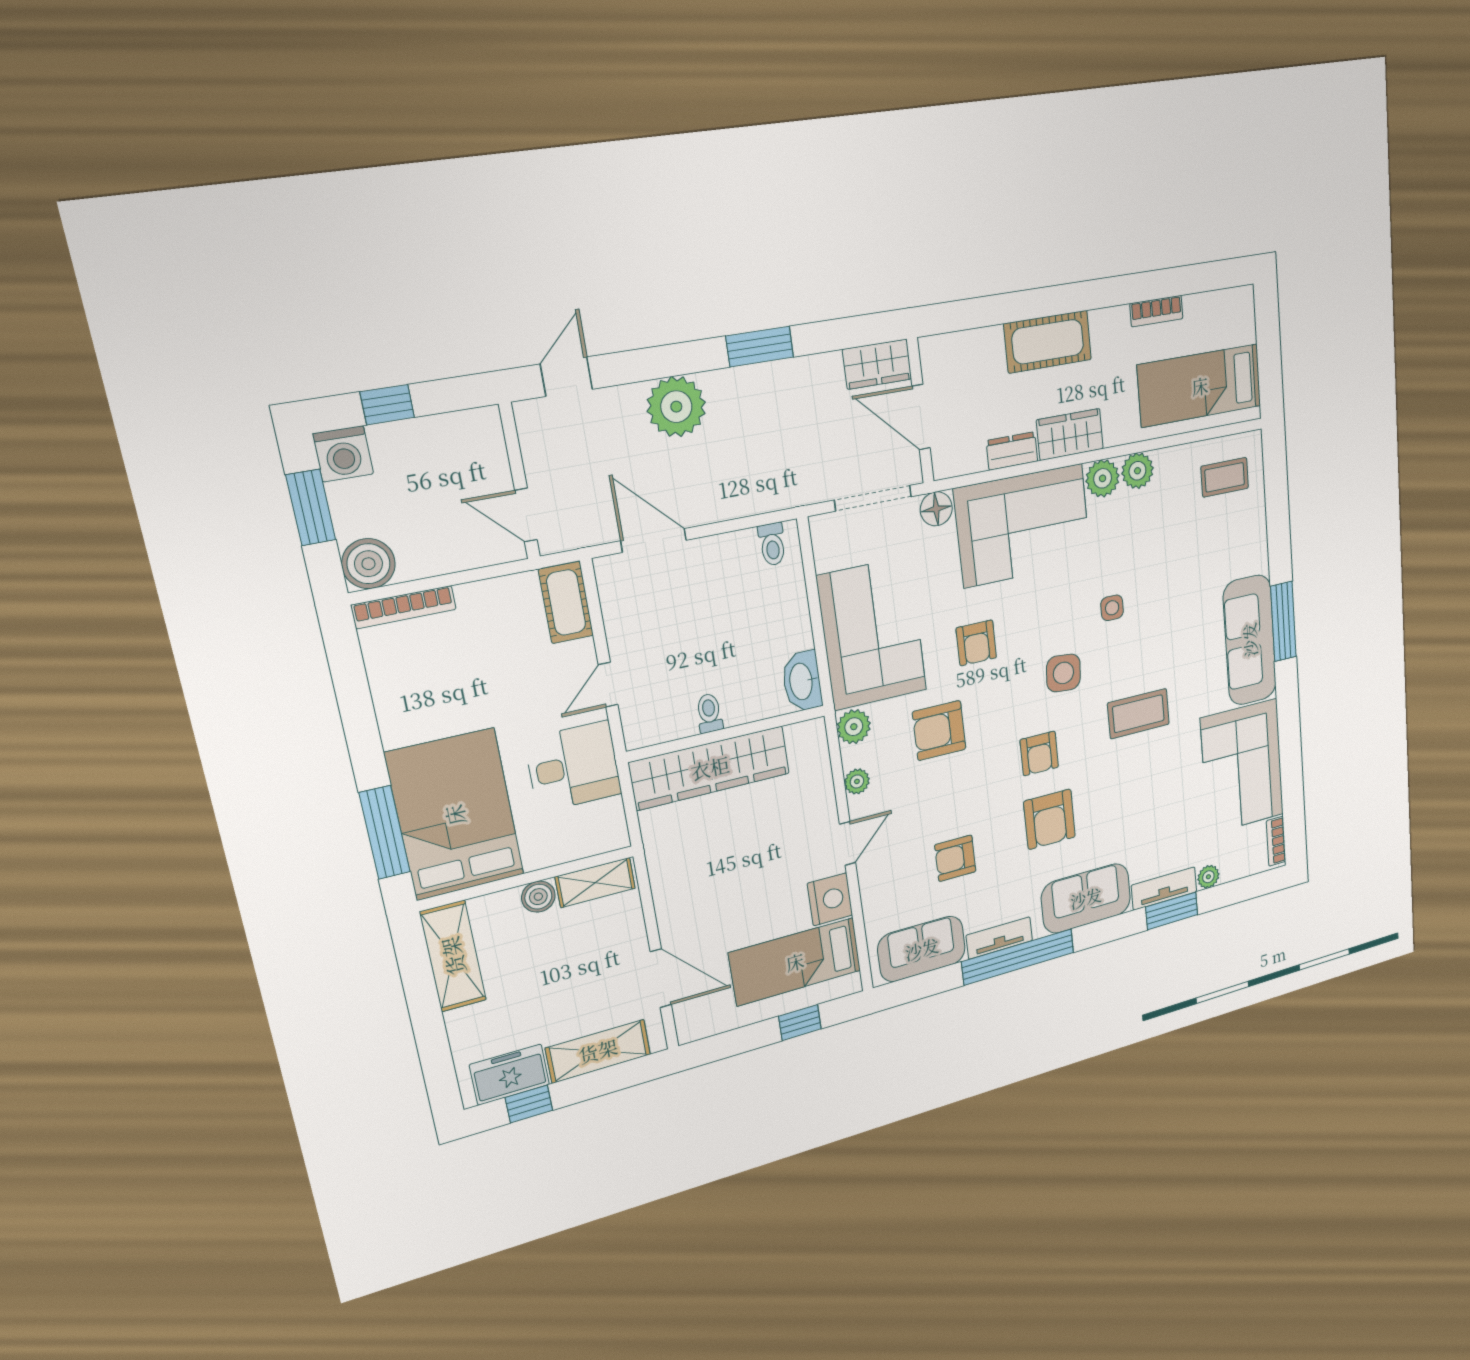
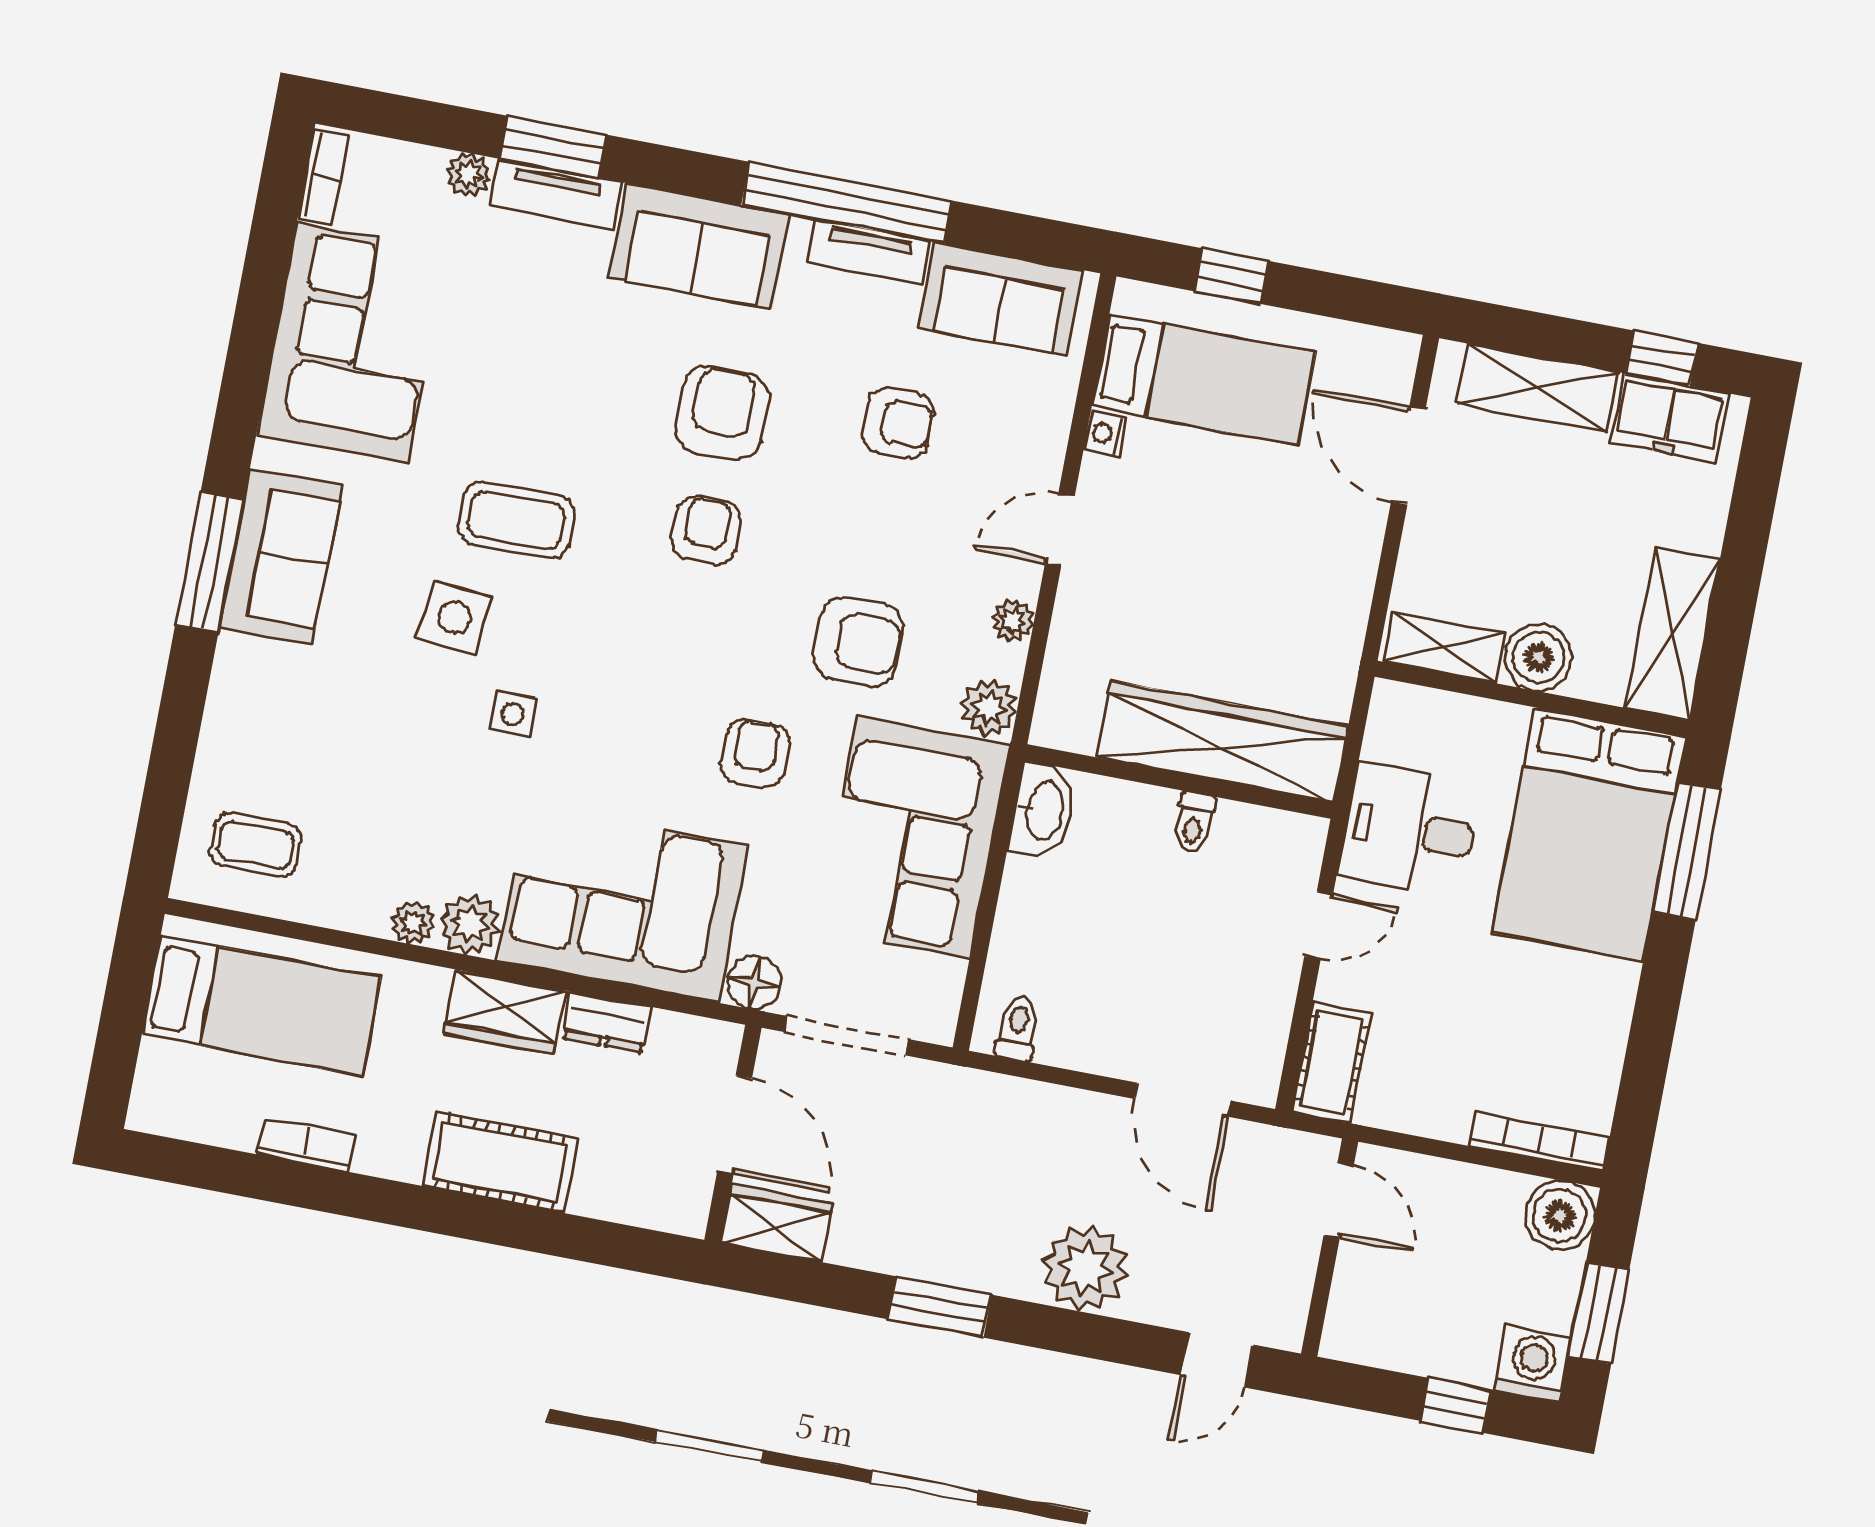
plant: (1138, 471) -> (413, 923), width x0.73, depth x0.73
sofa: (1250, 640) -> (281, 557), width x0.73
side table: (1063, 673) -> (454, 618), moved
boiler: (538, 897) -> (1538, 657), width x1.36, depth x1.36
nightstand: (830, 899) -> (1106, 433), width x0.53, depth x0.56

